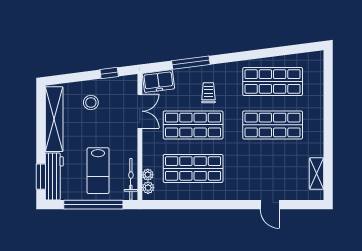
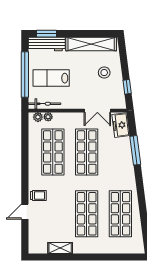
trolley: (208, 93) -> (38, 196), moved
shelving: (316, 174) -> (60, 248), moved

